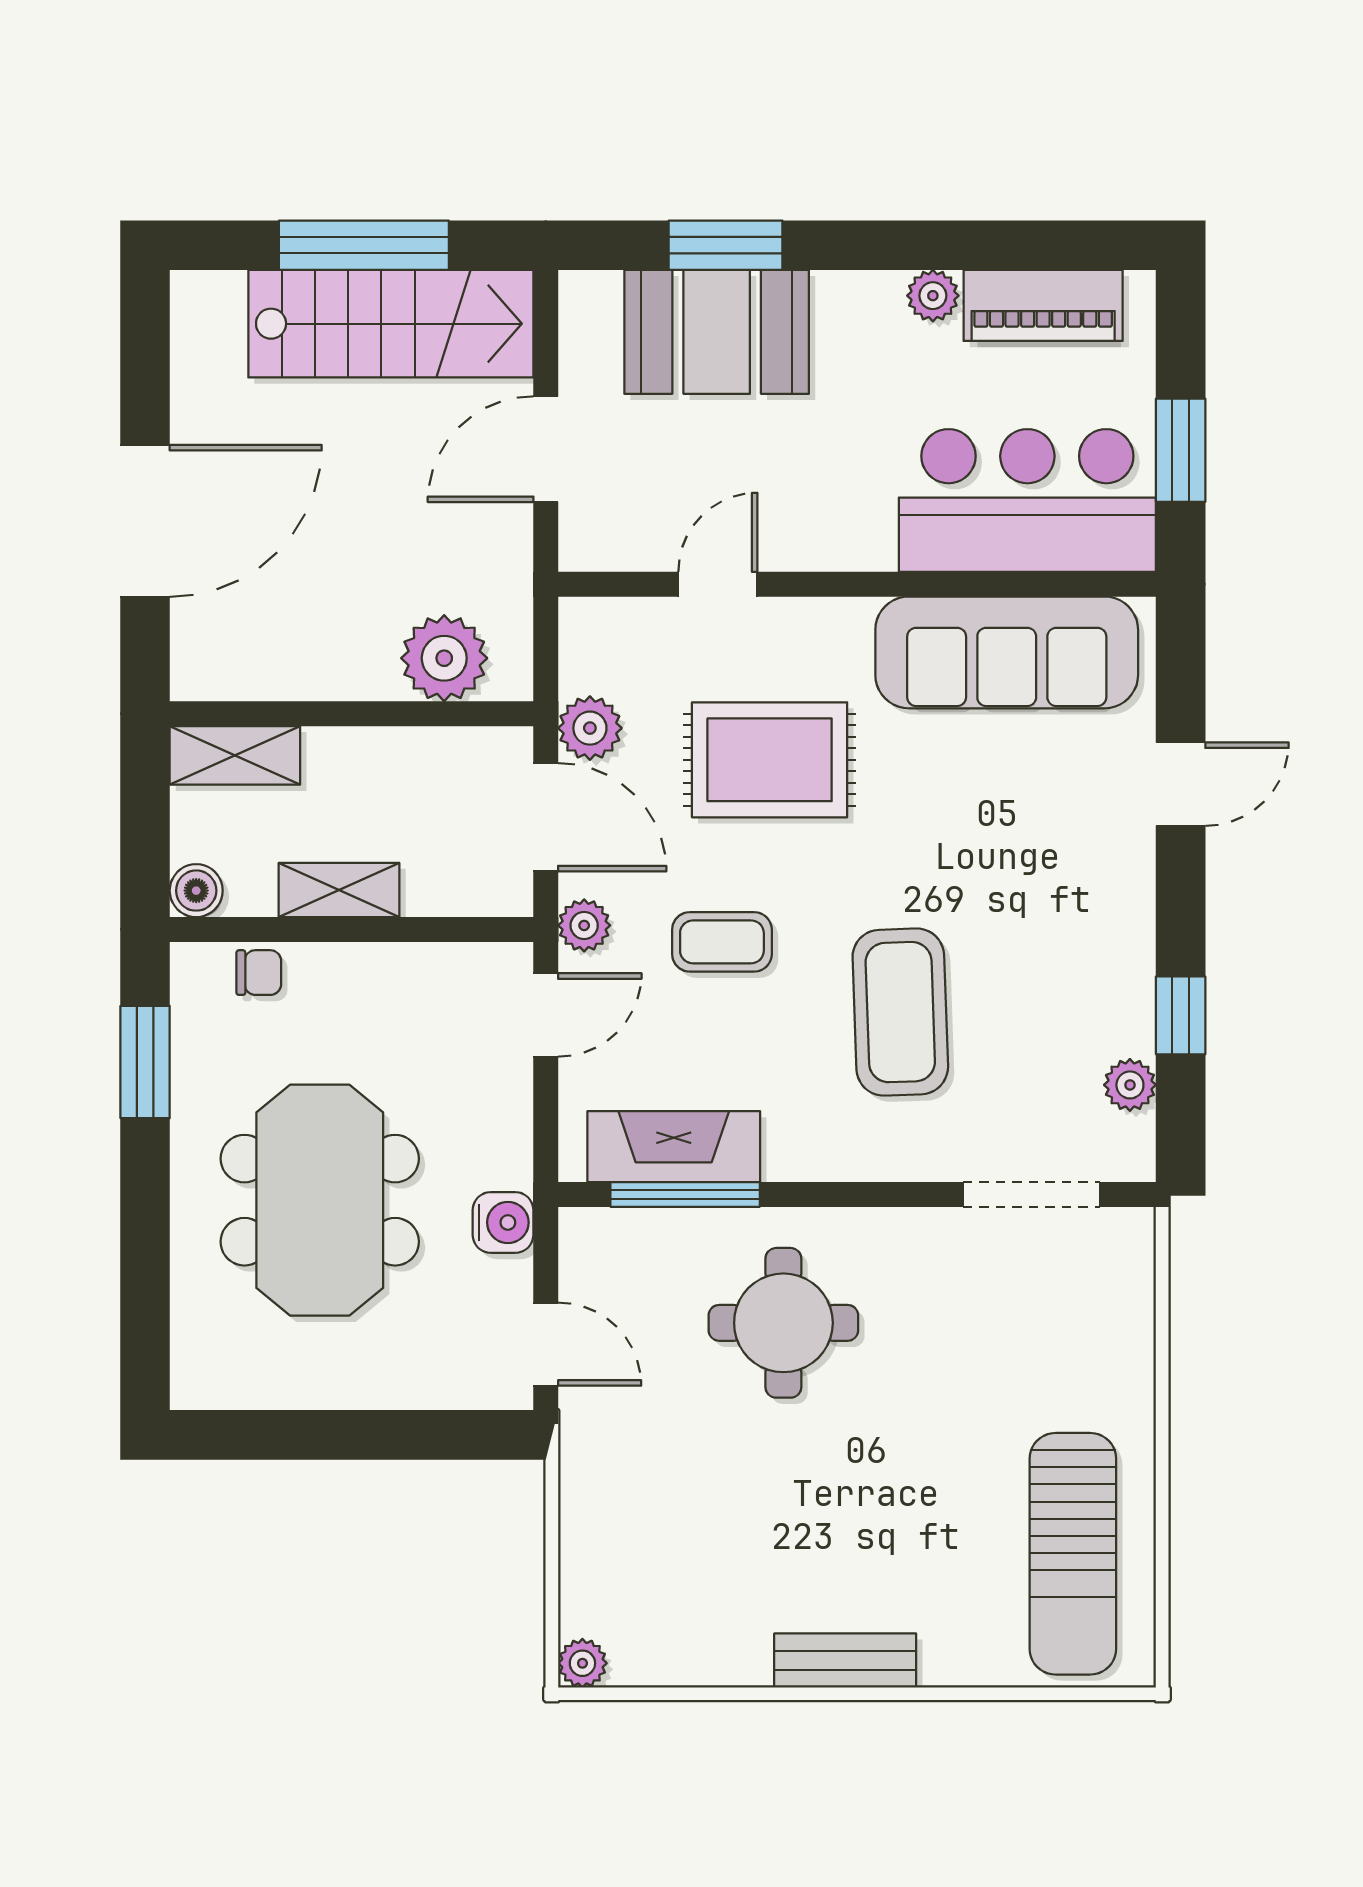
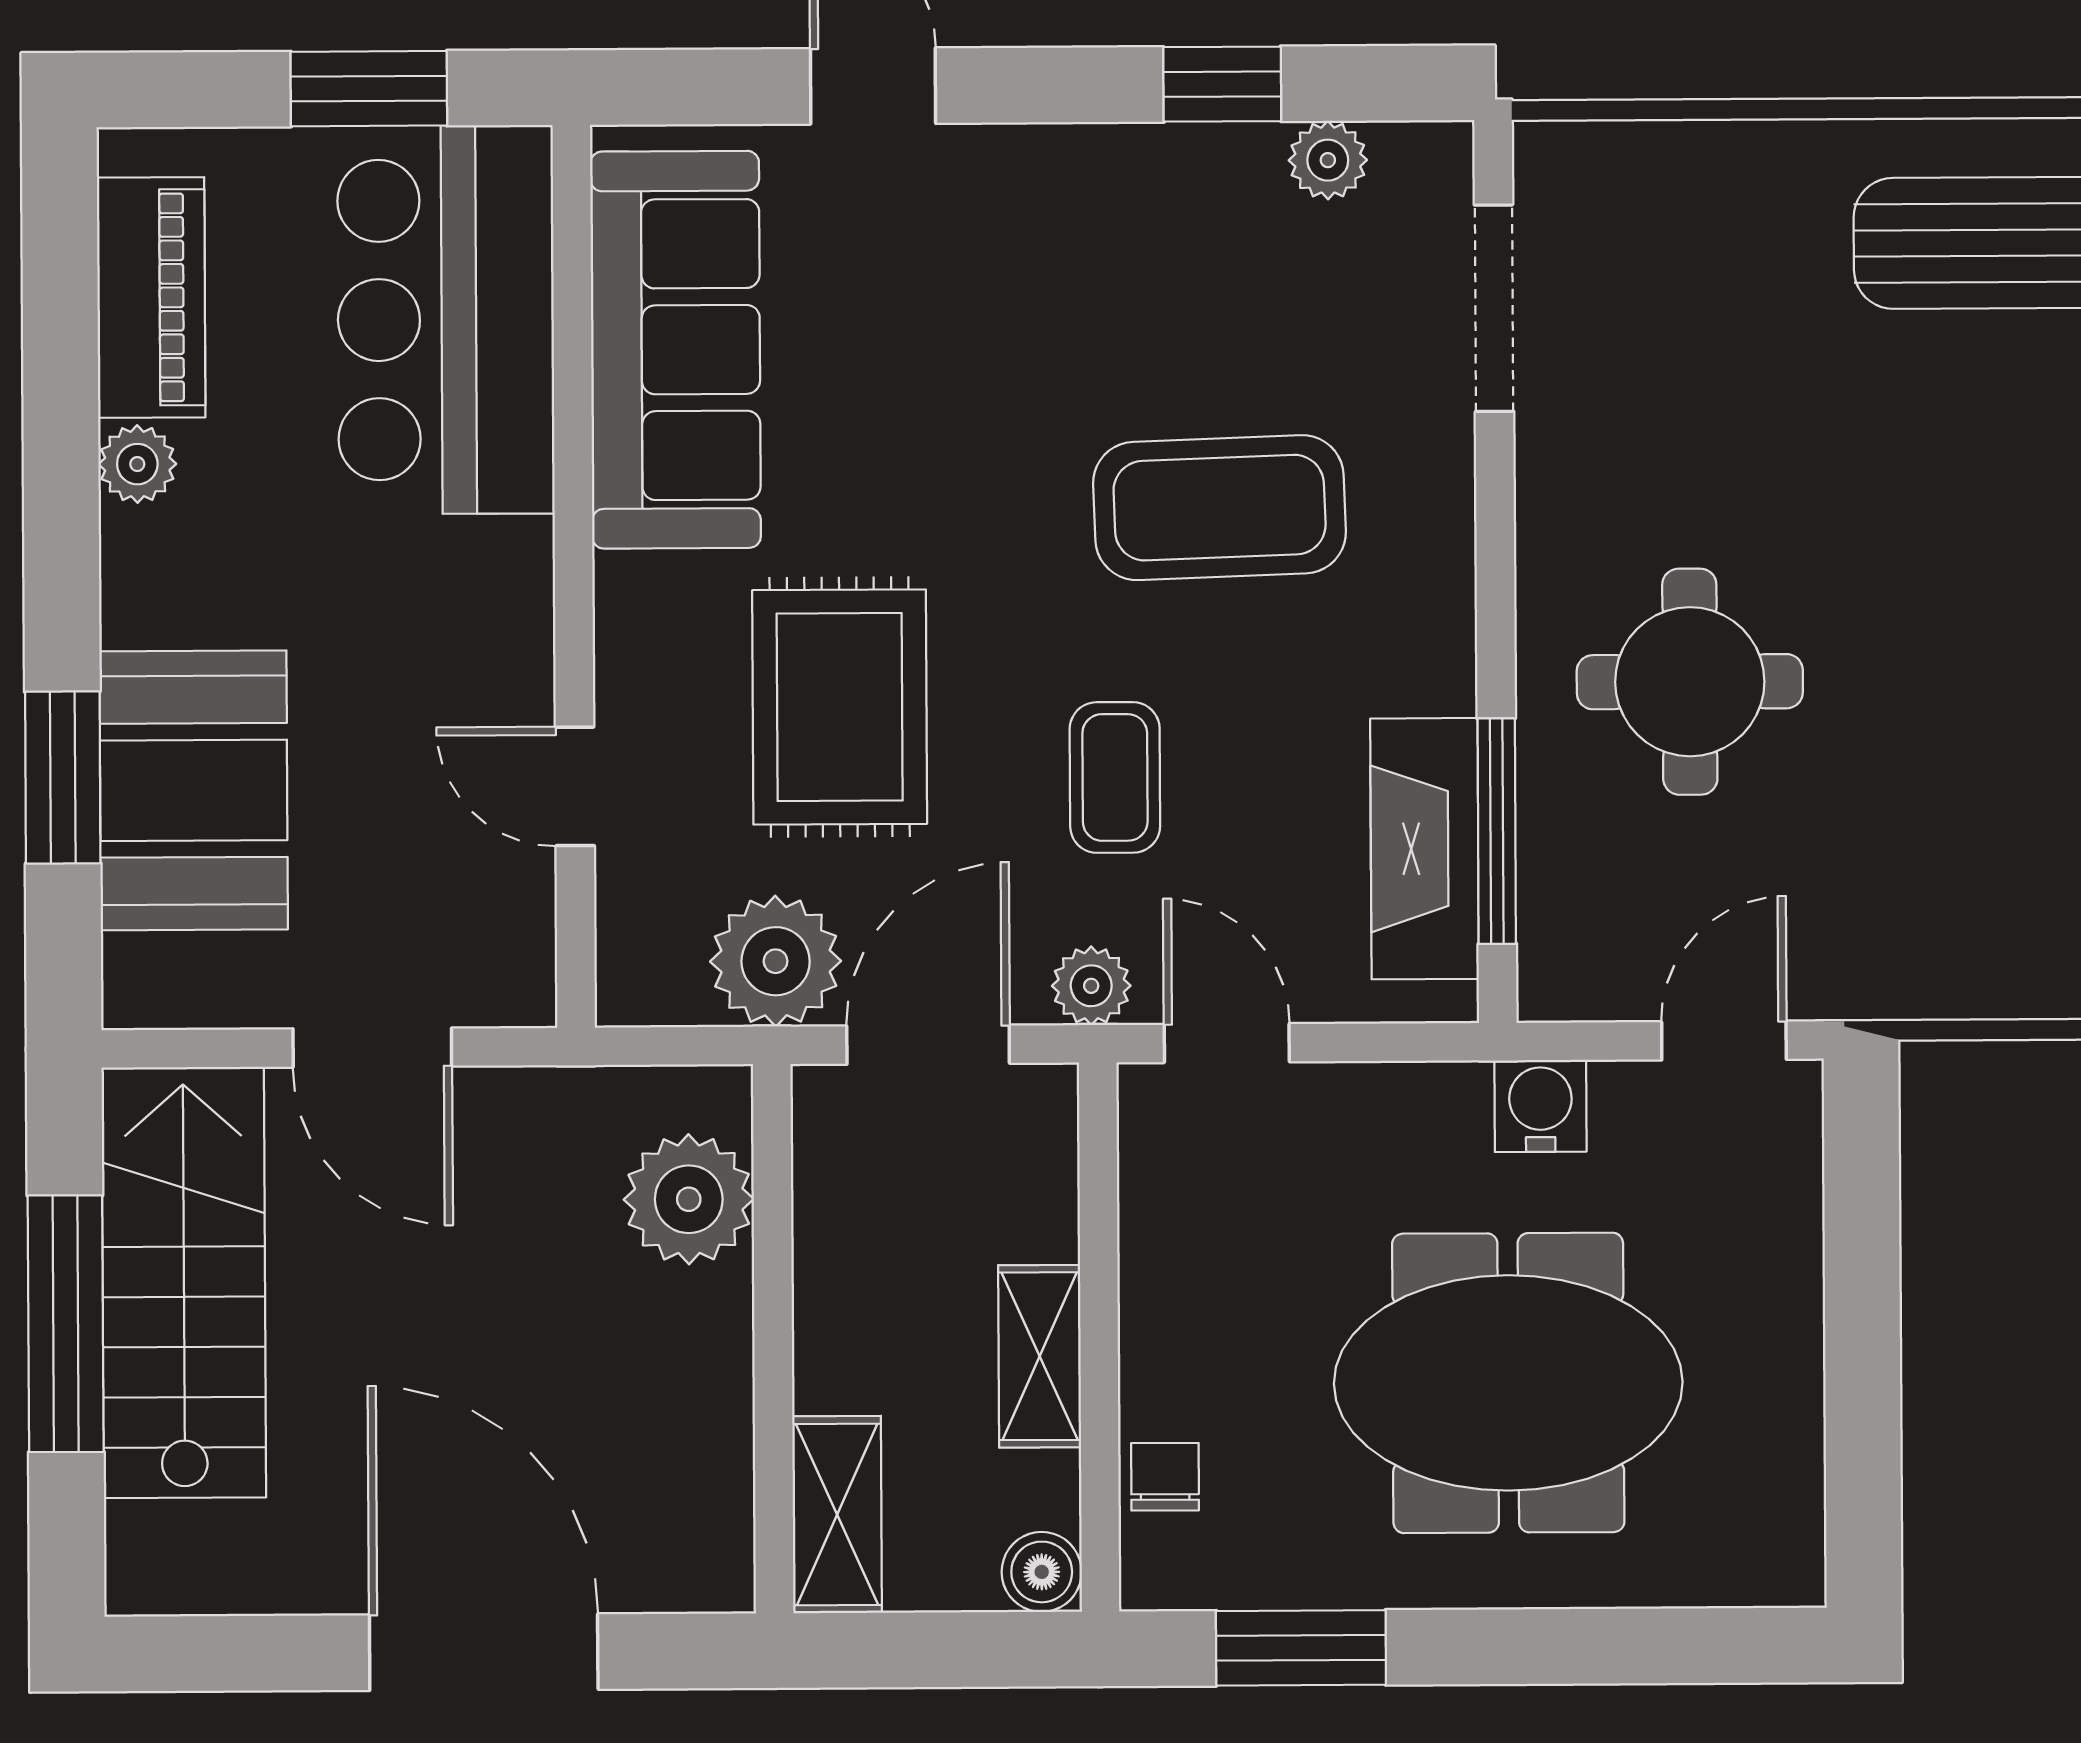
plant: (590, 728) -> (776, 961), width x1.36, depth x1.36

